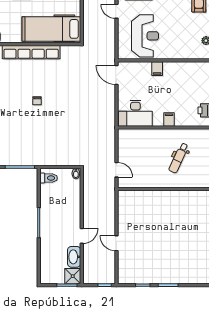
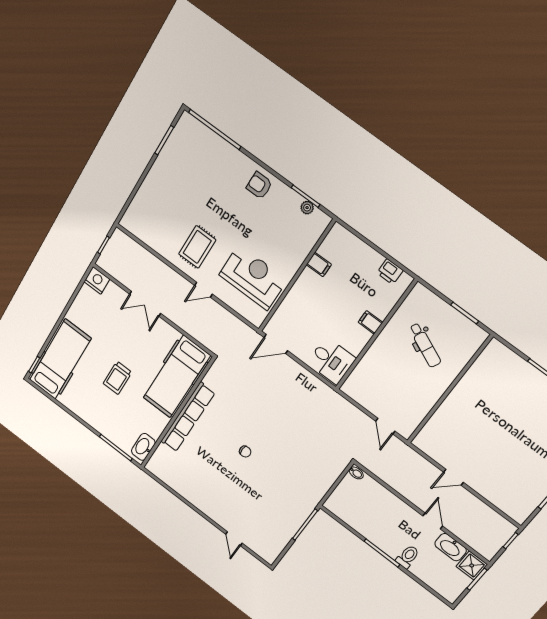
filing cabinet: (157, 69) -> (319, 265), moved
desk: (135, 113) -> (331, 361), width x0.73
door: (116, 170) -> (385, 426), swing flipped
toilet: (49, 178) -> (408, 557), moved
door: (116, 243) -> (453, 477), moved

